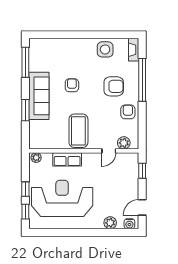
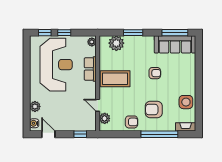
armchair: (114, 86) -> (154, 109), turned 90
sofa: (39, 96) -> (175, 44), moved
plant: (38, 129) -> (116, 43), added

